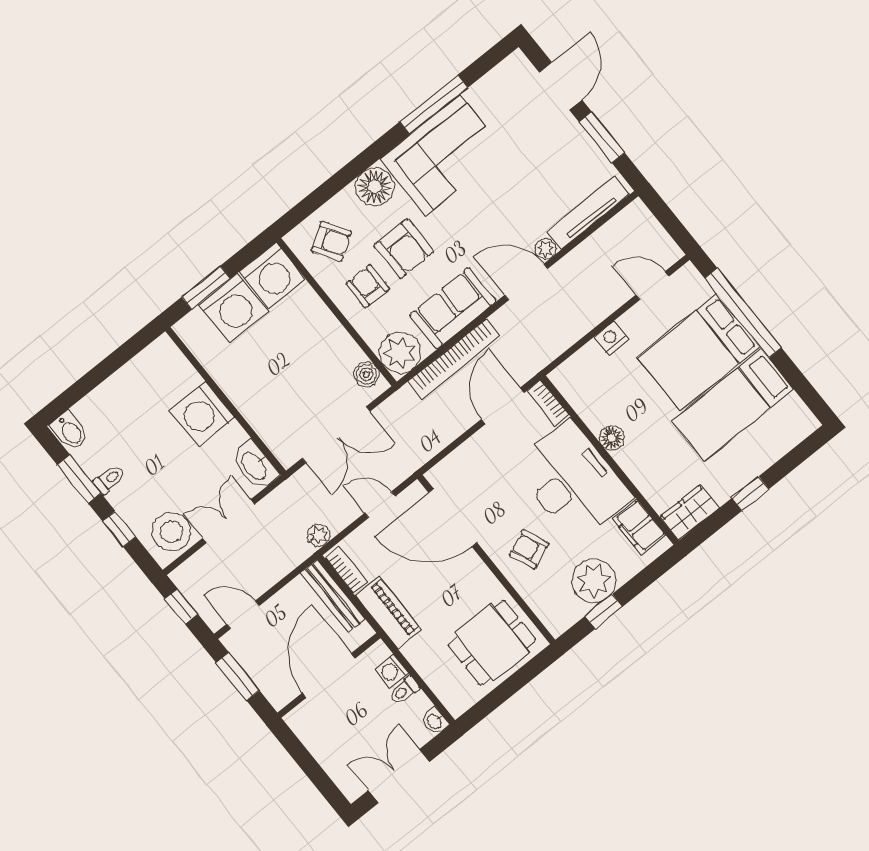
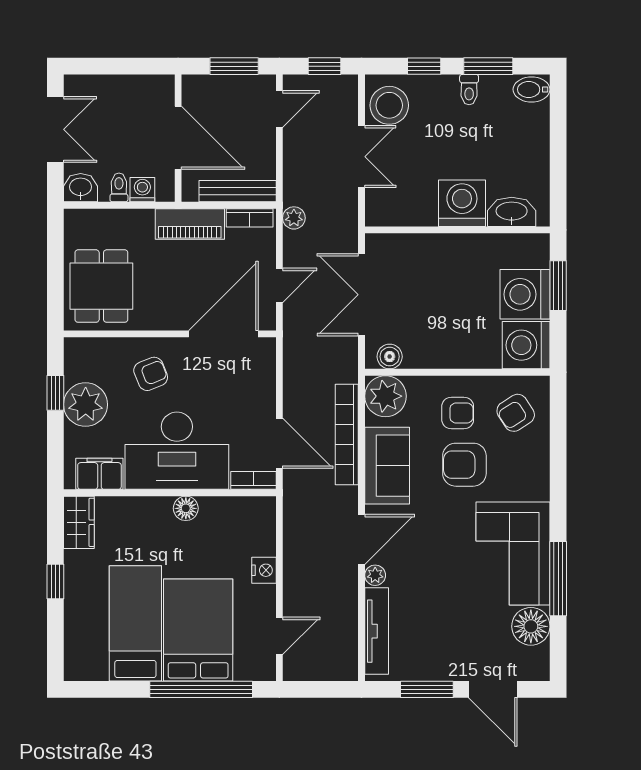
floor lamp: (375, 187) -> (531, 626), moved
washbasin: (254, 465) -> (512, 212), moved
washbasin: (435, 721) -> (81, 188), width x1.38, depth x1.45

